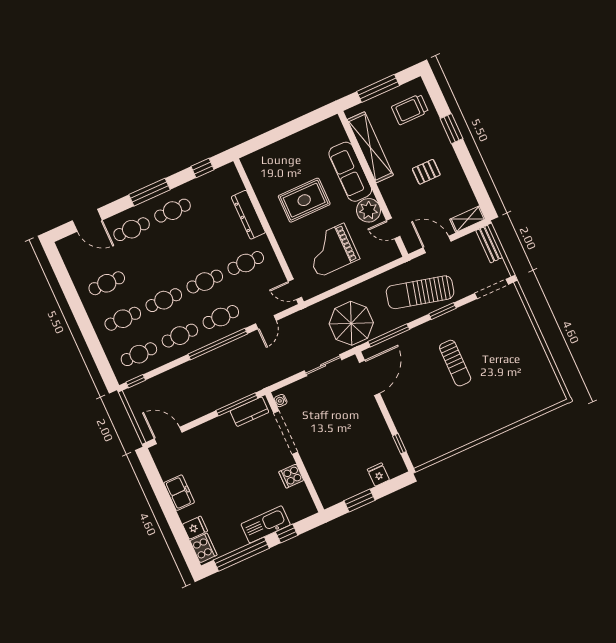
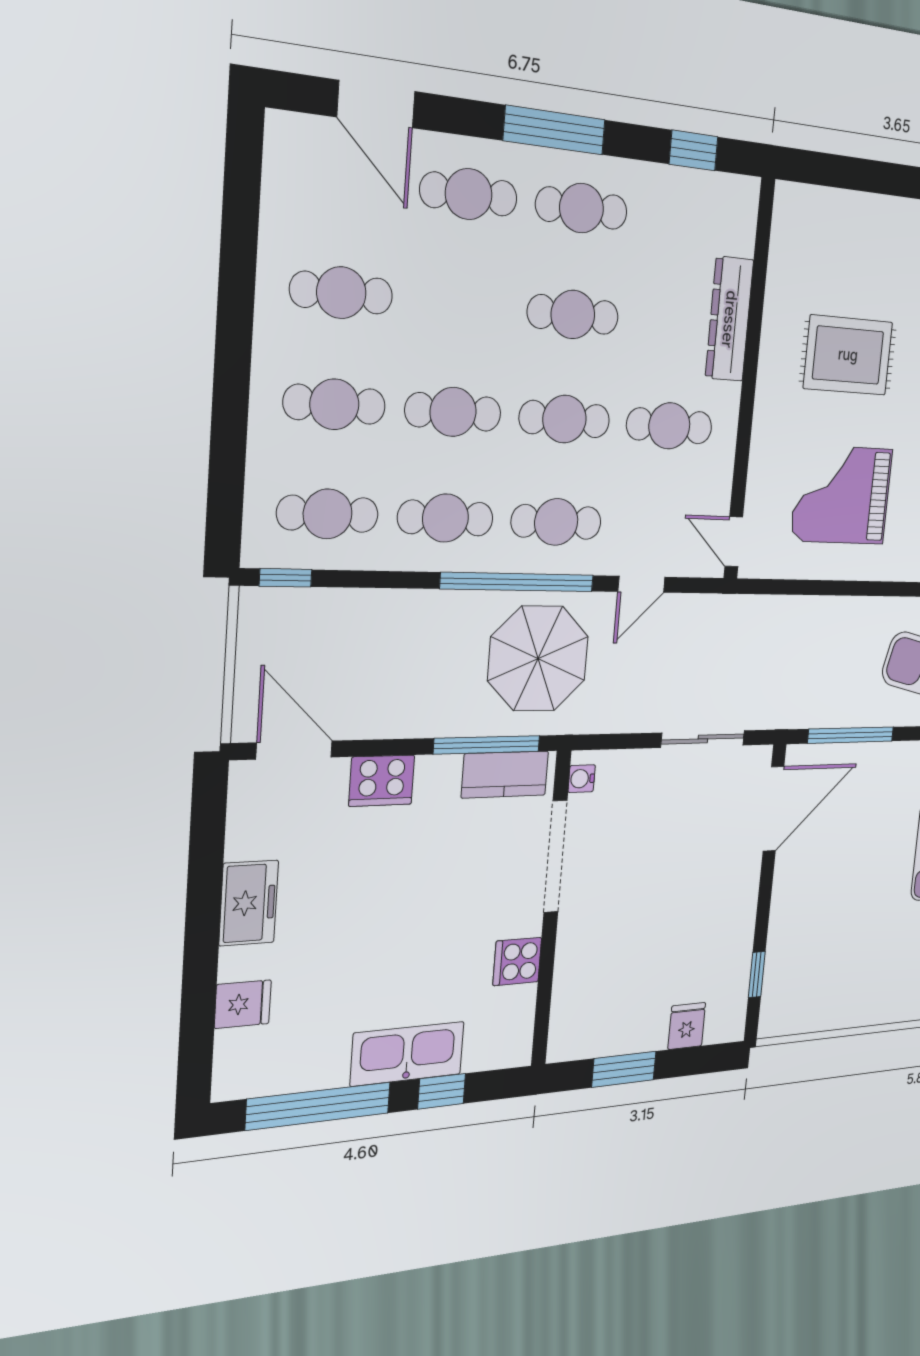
cafe table: (189, 246) -> (573, 314), added
parasol: (351, 323) -> (538, 658), moved
cooker: (203, 548) -> (382, 781), moved, turned 90

